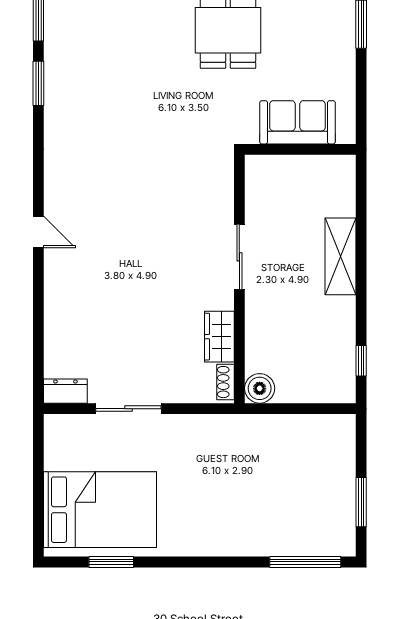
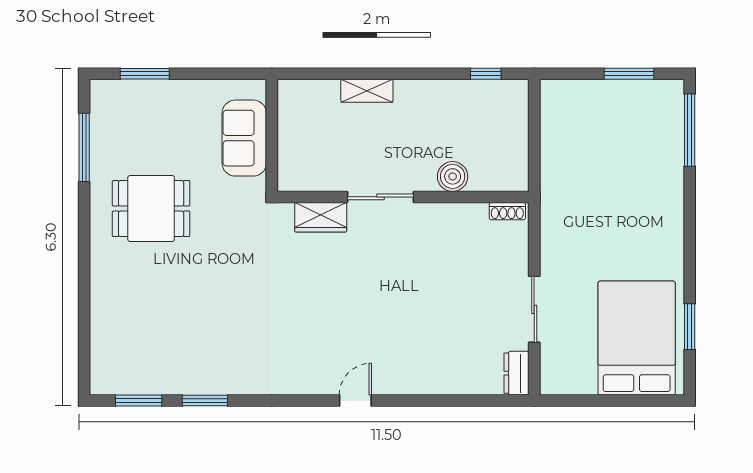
shelving: (340, 256) -> (367, 91), width x0.67, depth x0.75
wardrobe: (219, 337) -> (321, 217), moved
boiler: (260, 388) -> (453, 176), moved

